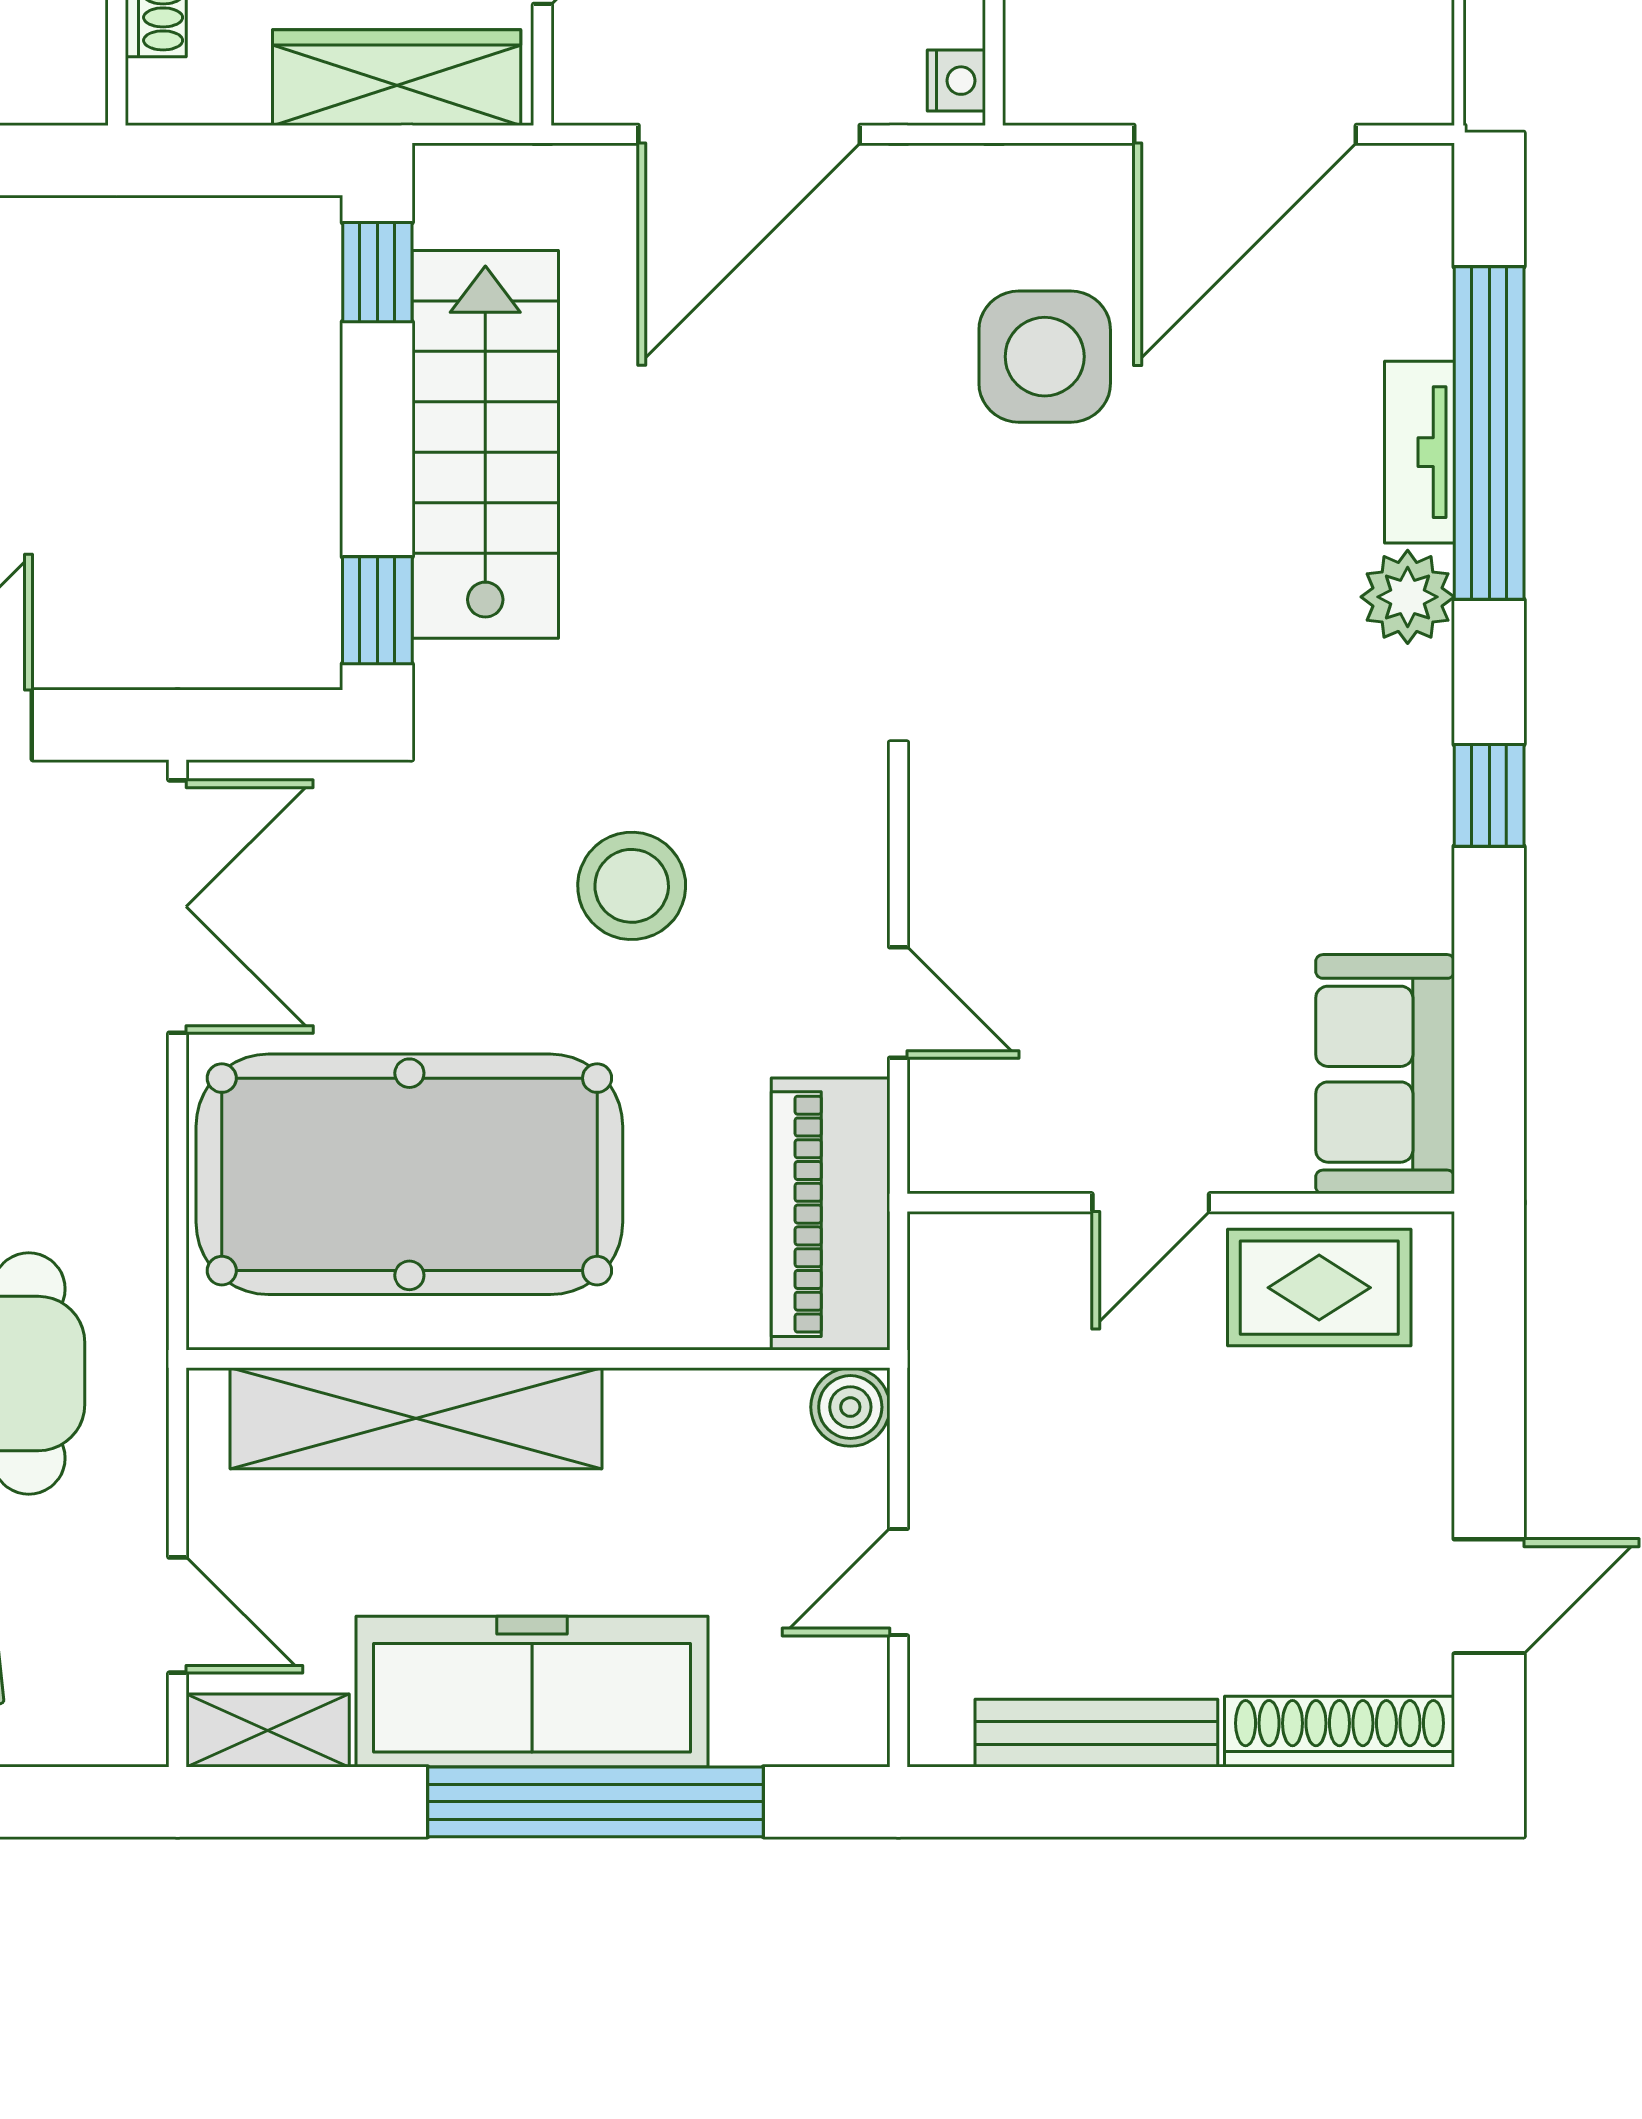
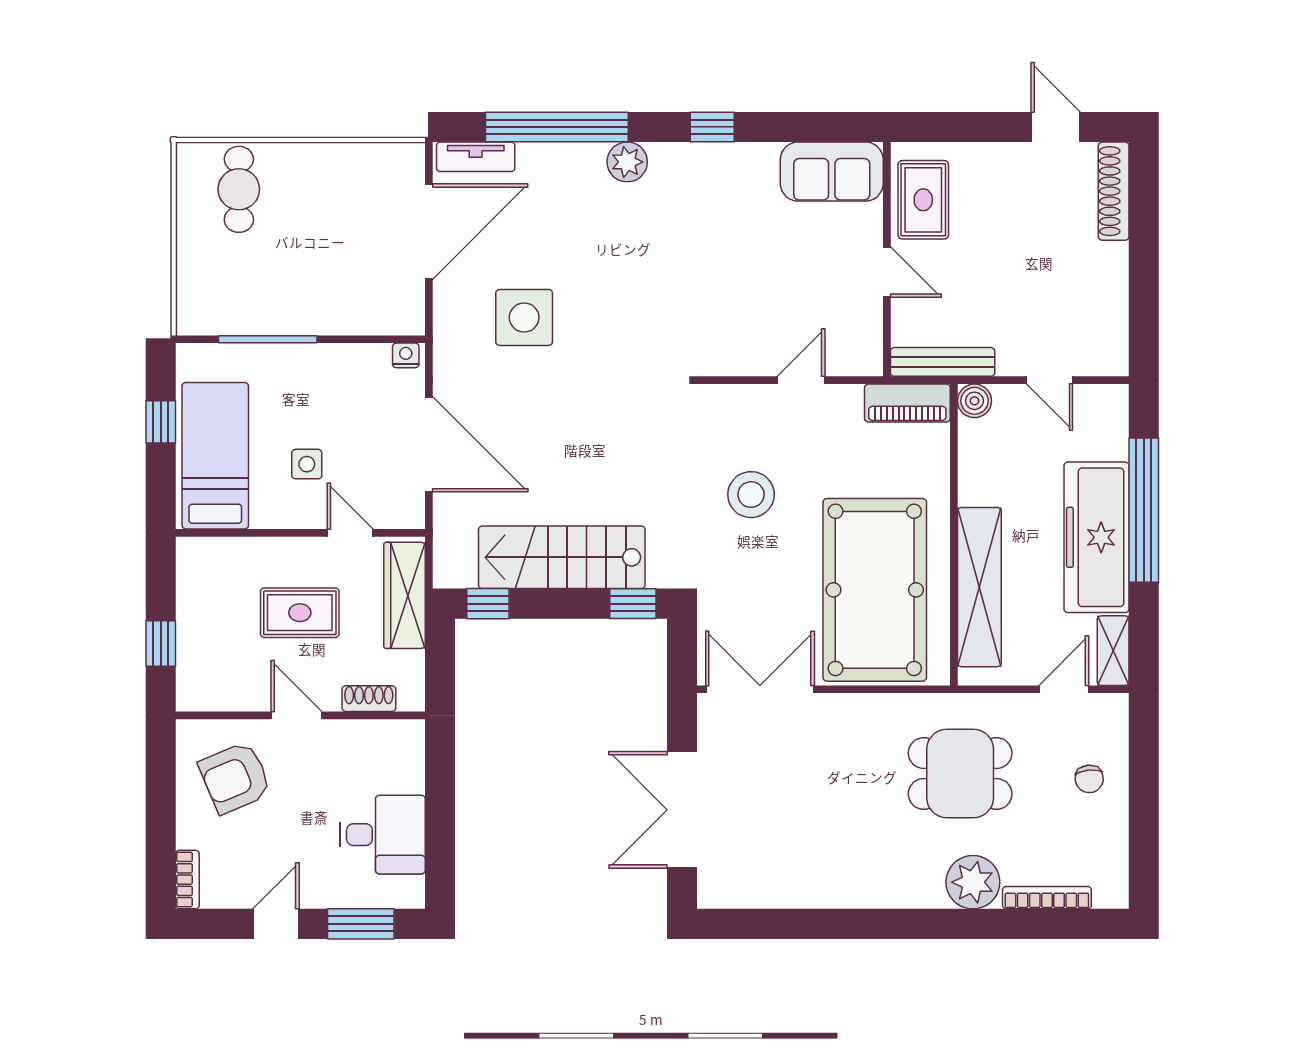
door: (1245, 134) -> (429, 232), hinge flipped
tv unit: (1420, 452) -> (476, 157), moved
piano: (831, 1214) -> (907, 403), width x0.73, depth x0.75
bench: (1096, 1733) -> (943, 362), moved, turned 90

